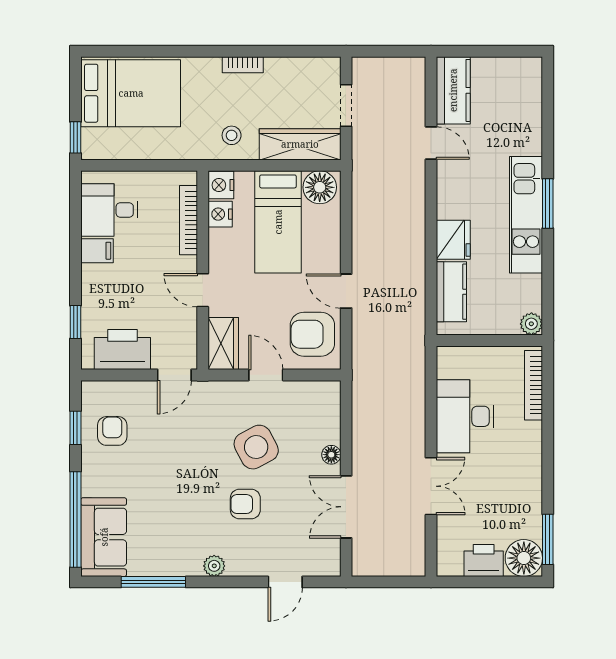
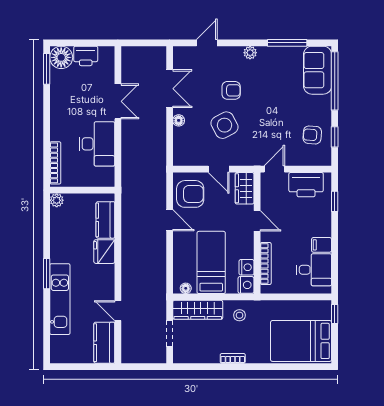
floor lamp: (320, 187) -> (186, 288), width x0.53, depth x0.53
kitchen unit: (526, 215) -> (60, 299), moved
armchair: (112, 431) -> (312, 135), turned 94
double door: (431, 486) -> (118, 101), swing flipped

